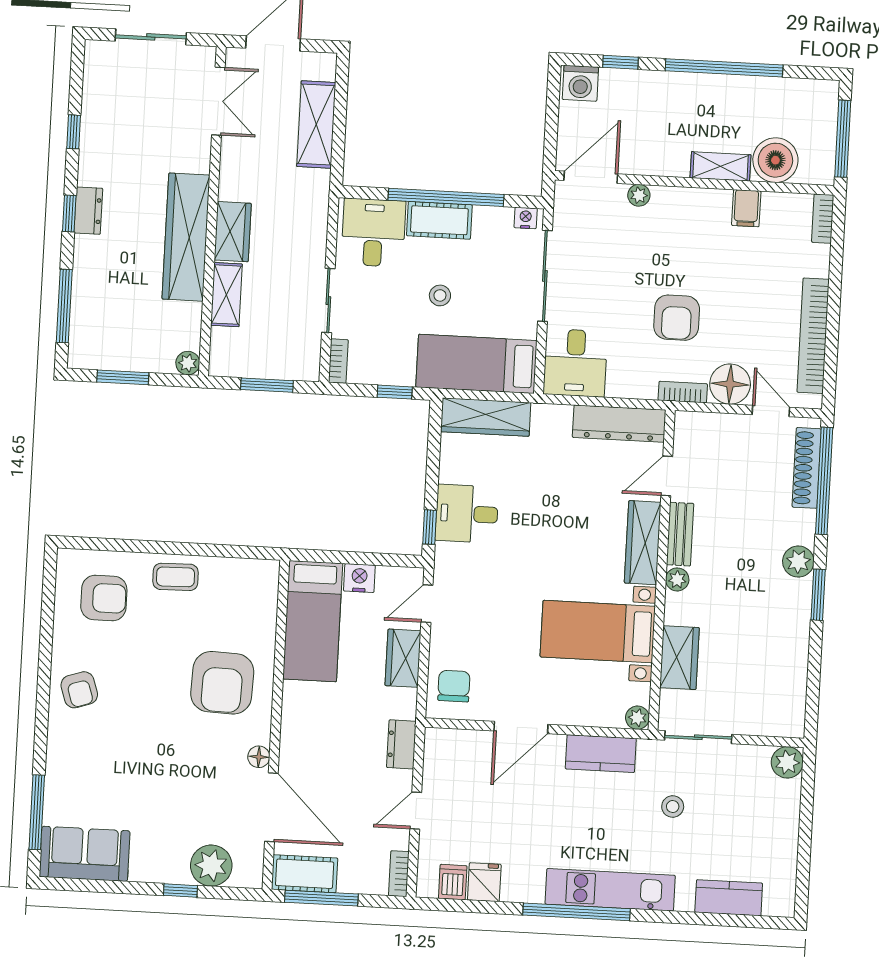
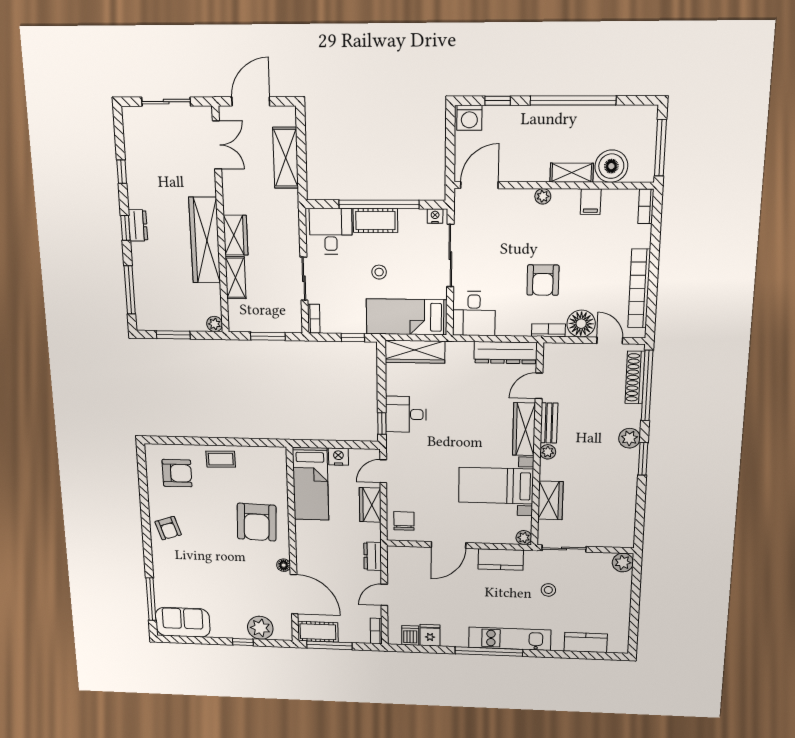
plant: (639, 195) -> (543, 196), moved

